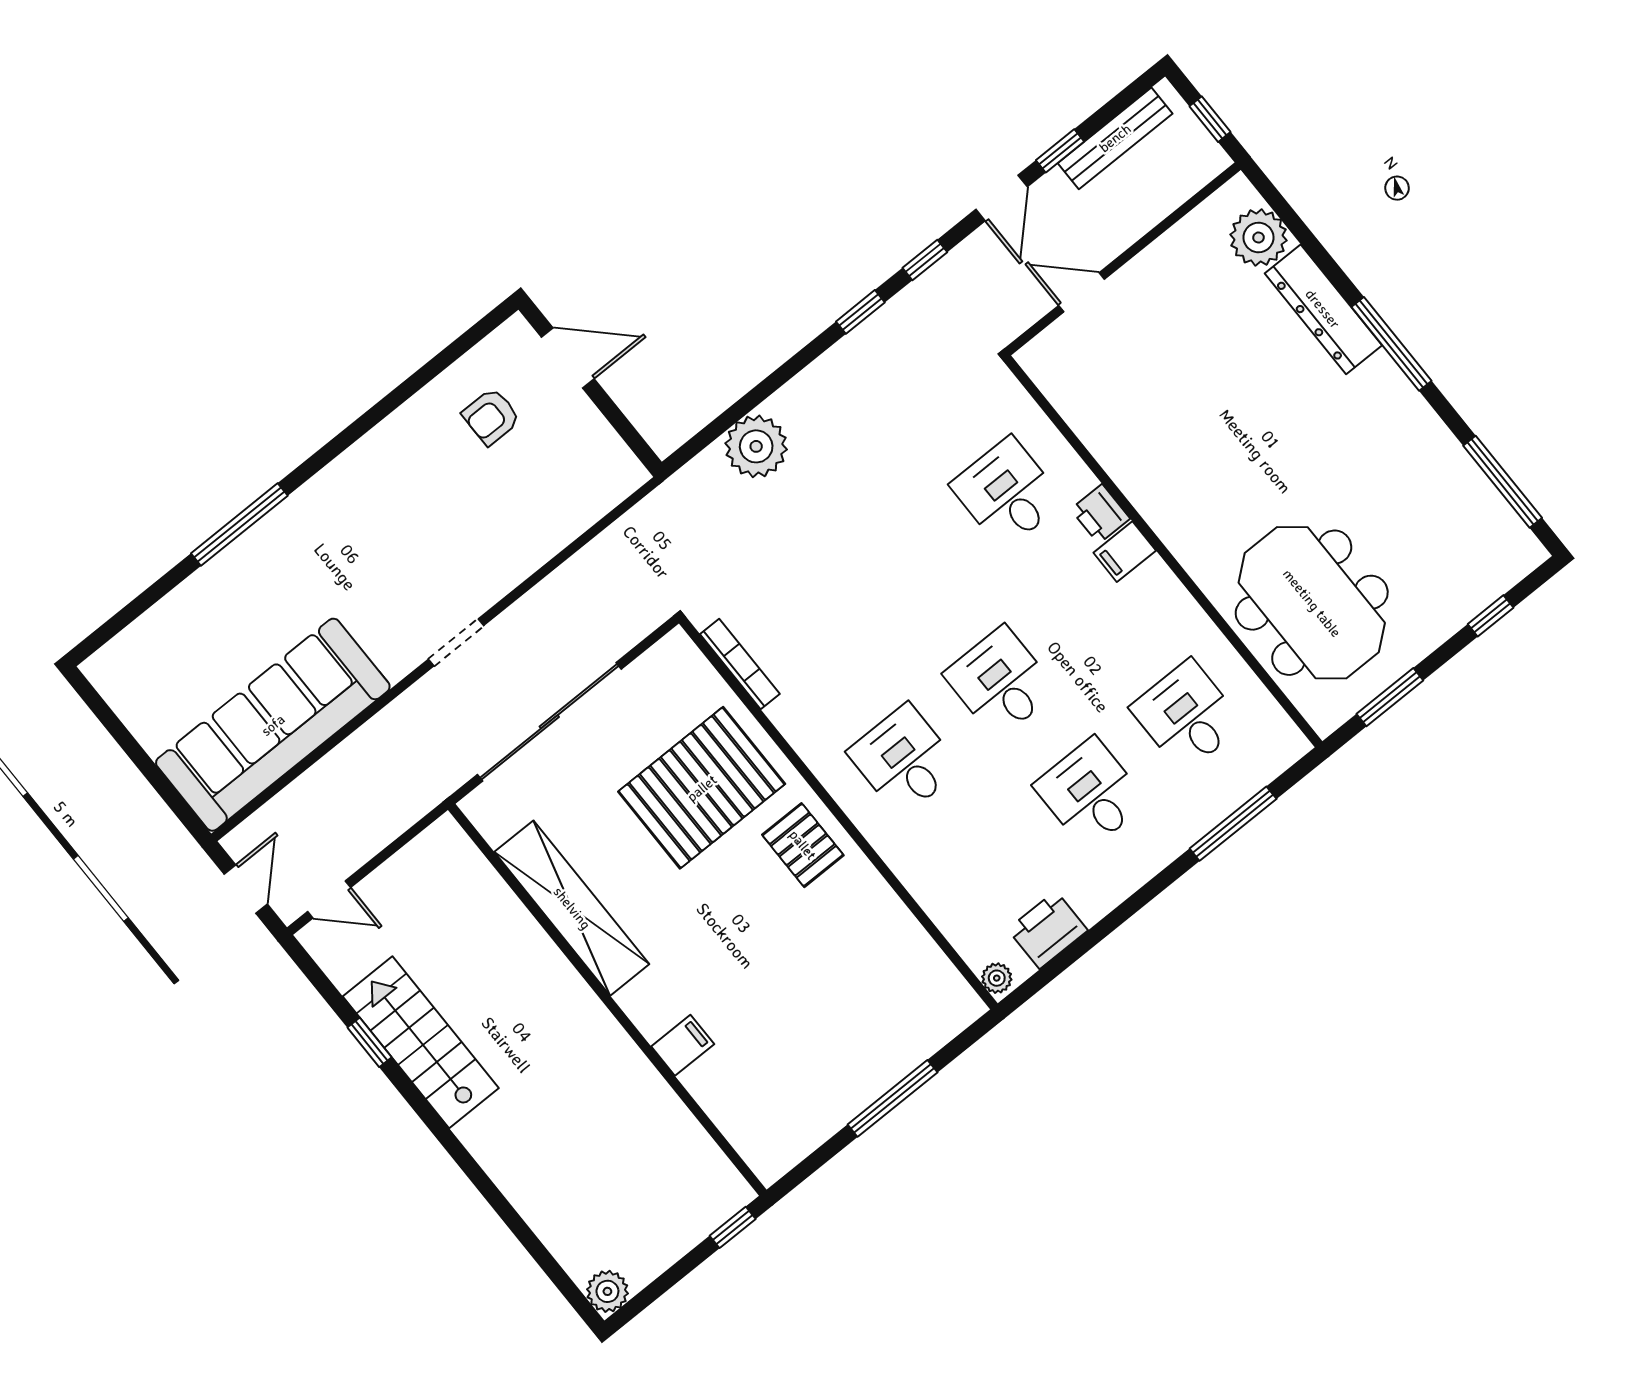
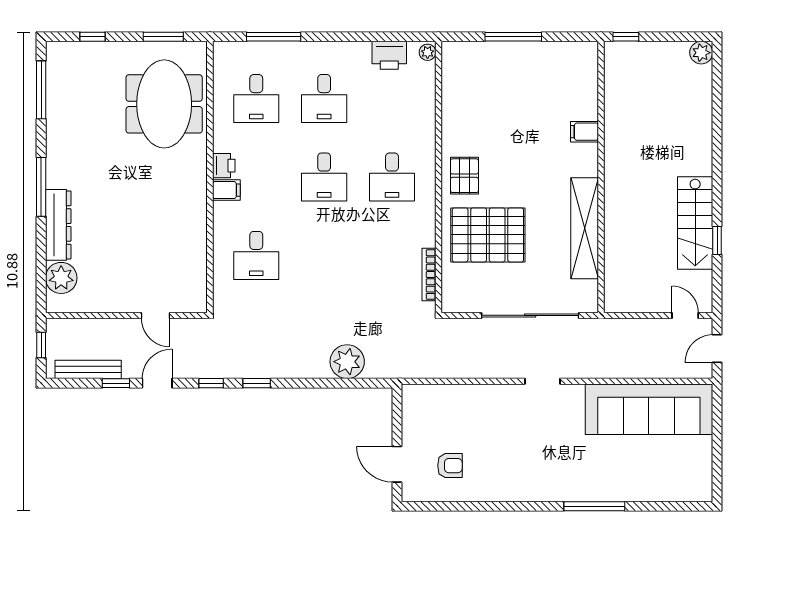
printer: (1100, 514) -> (224, 166), moved

